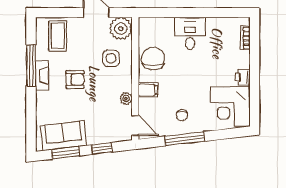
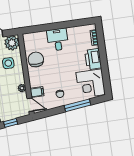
printer: (243, 77) -> (93, 59), width x1.87, depth x1.48
filing cabinet: (148, 90) -> (37, 92), moved
window: (185, 139) -> (77, 105), moved

